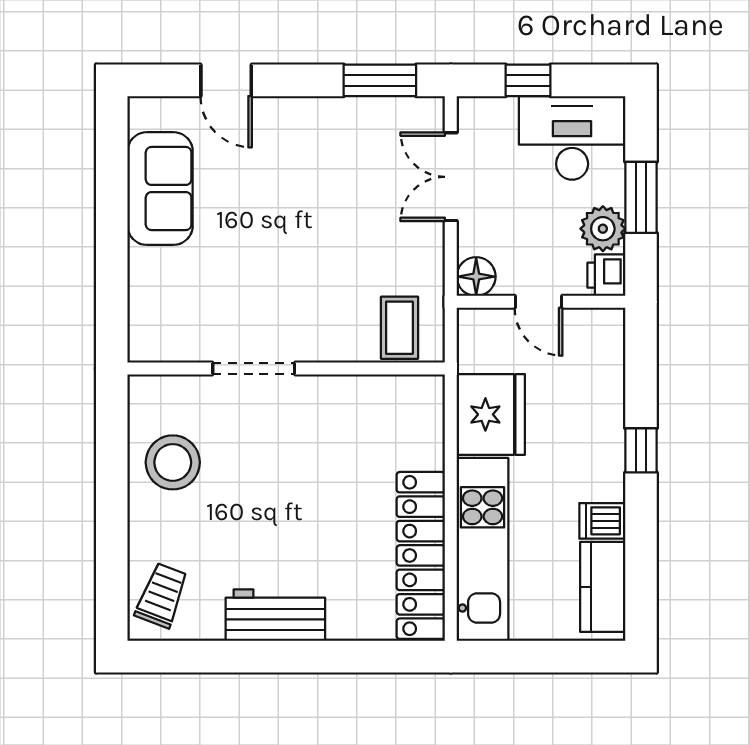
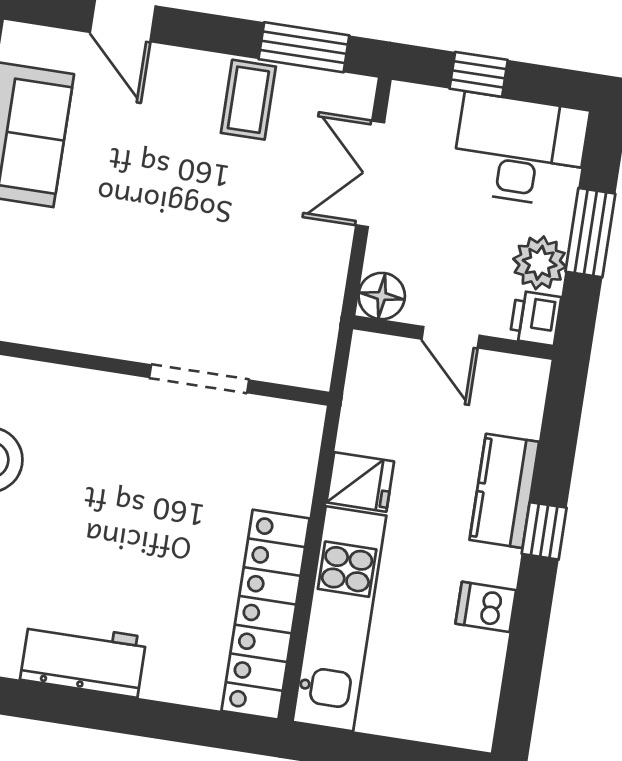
coffee table: (399, 328) -> (248, 100), moved
doorway: (254, 368) -> (199, 379), moved
fridge: (491, 414) -> (360, 482), width x0.53, depth x0.75
kitchen counter: (603, 587) -> (504, 491), moved

